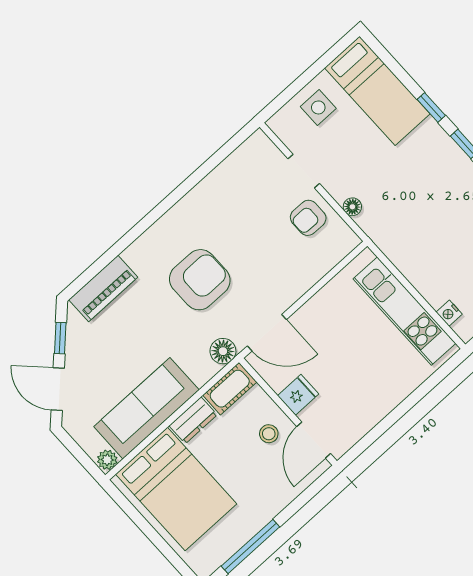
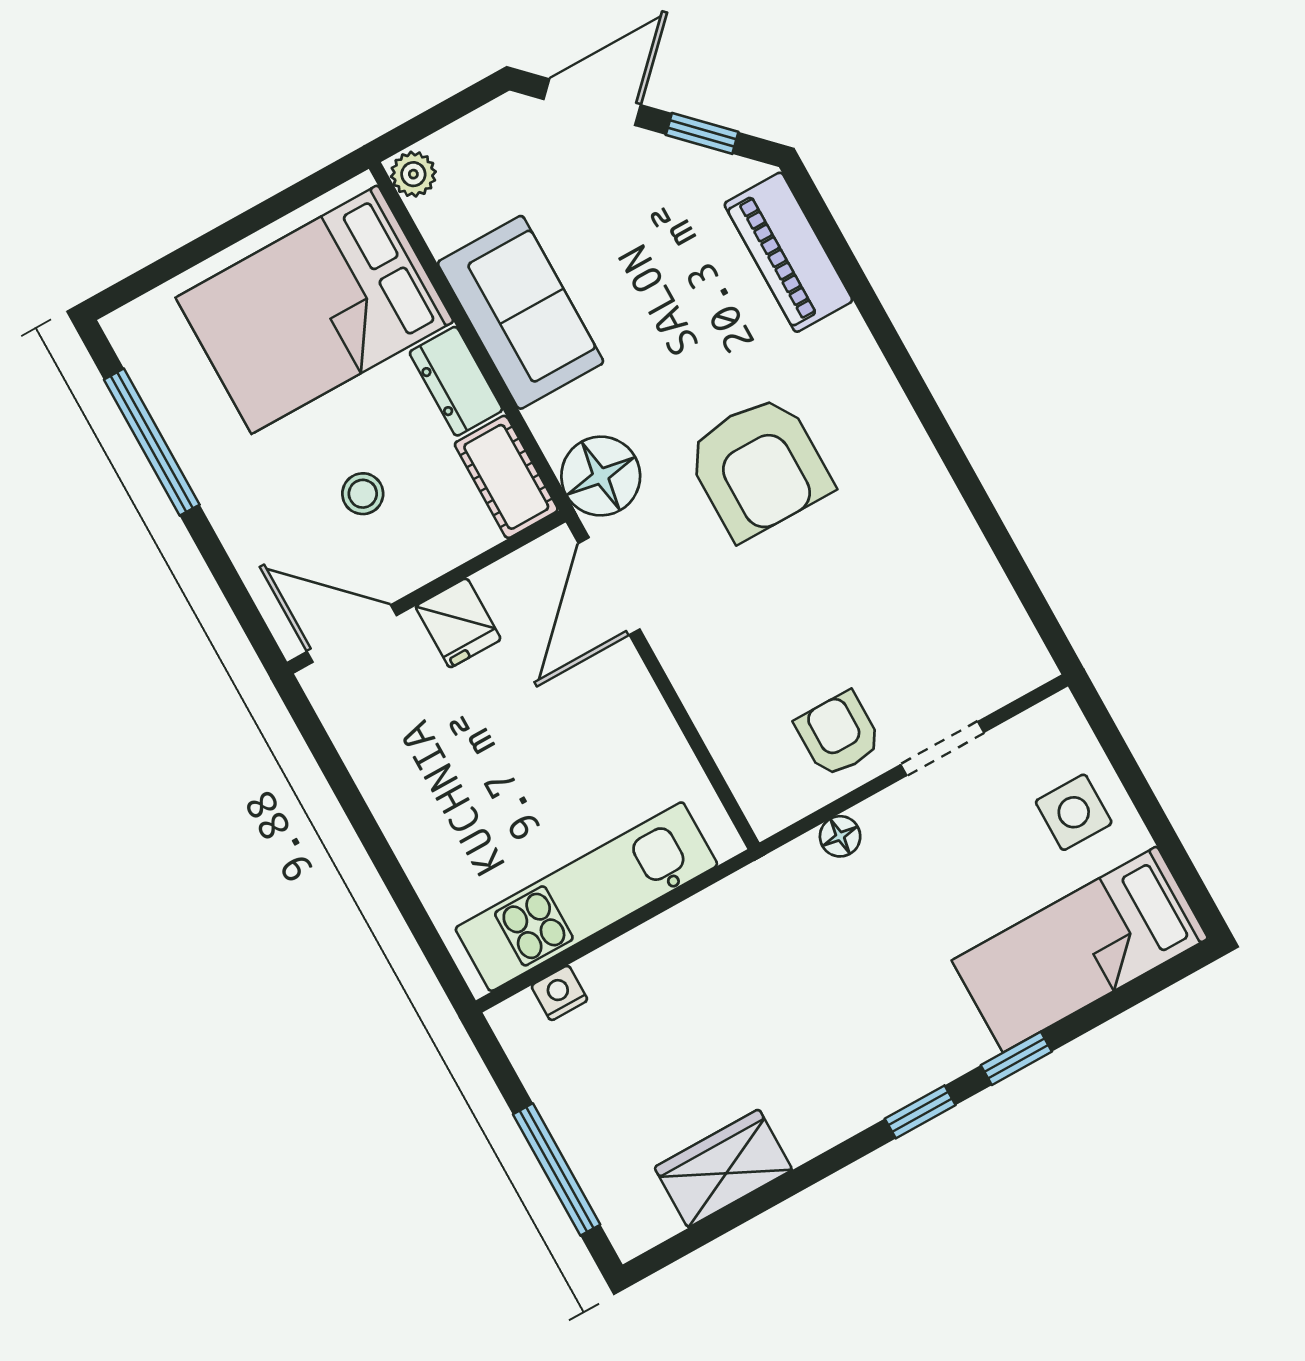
floor lamp: (223, 351) -> (601, 476), width x1.38, depth x1.38
sofa: (146, 408) -> (521, 312), width x0.73
stool: (269, 434) -> (363, 494), moved

